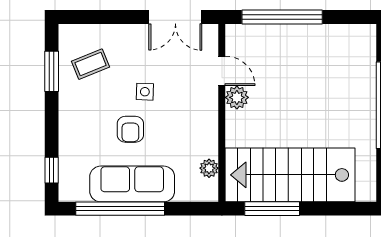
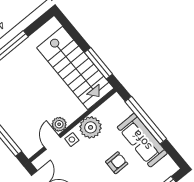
side table: (145, 92) -> (72, 140), moved
plant: (209, 168) -> (91, 127), moved, width x1.88, depth x1.88
window: (120, 209) -> (146, 120), moved

